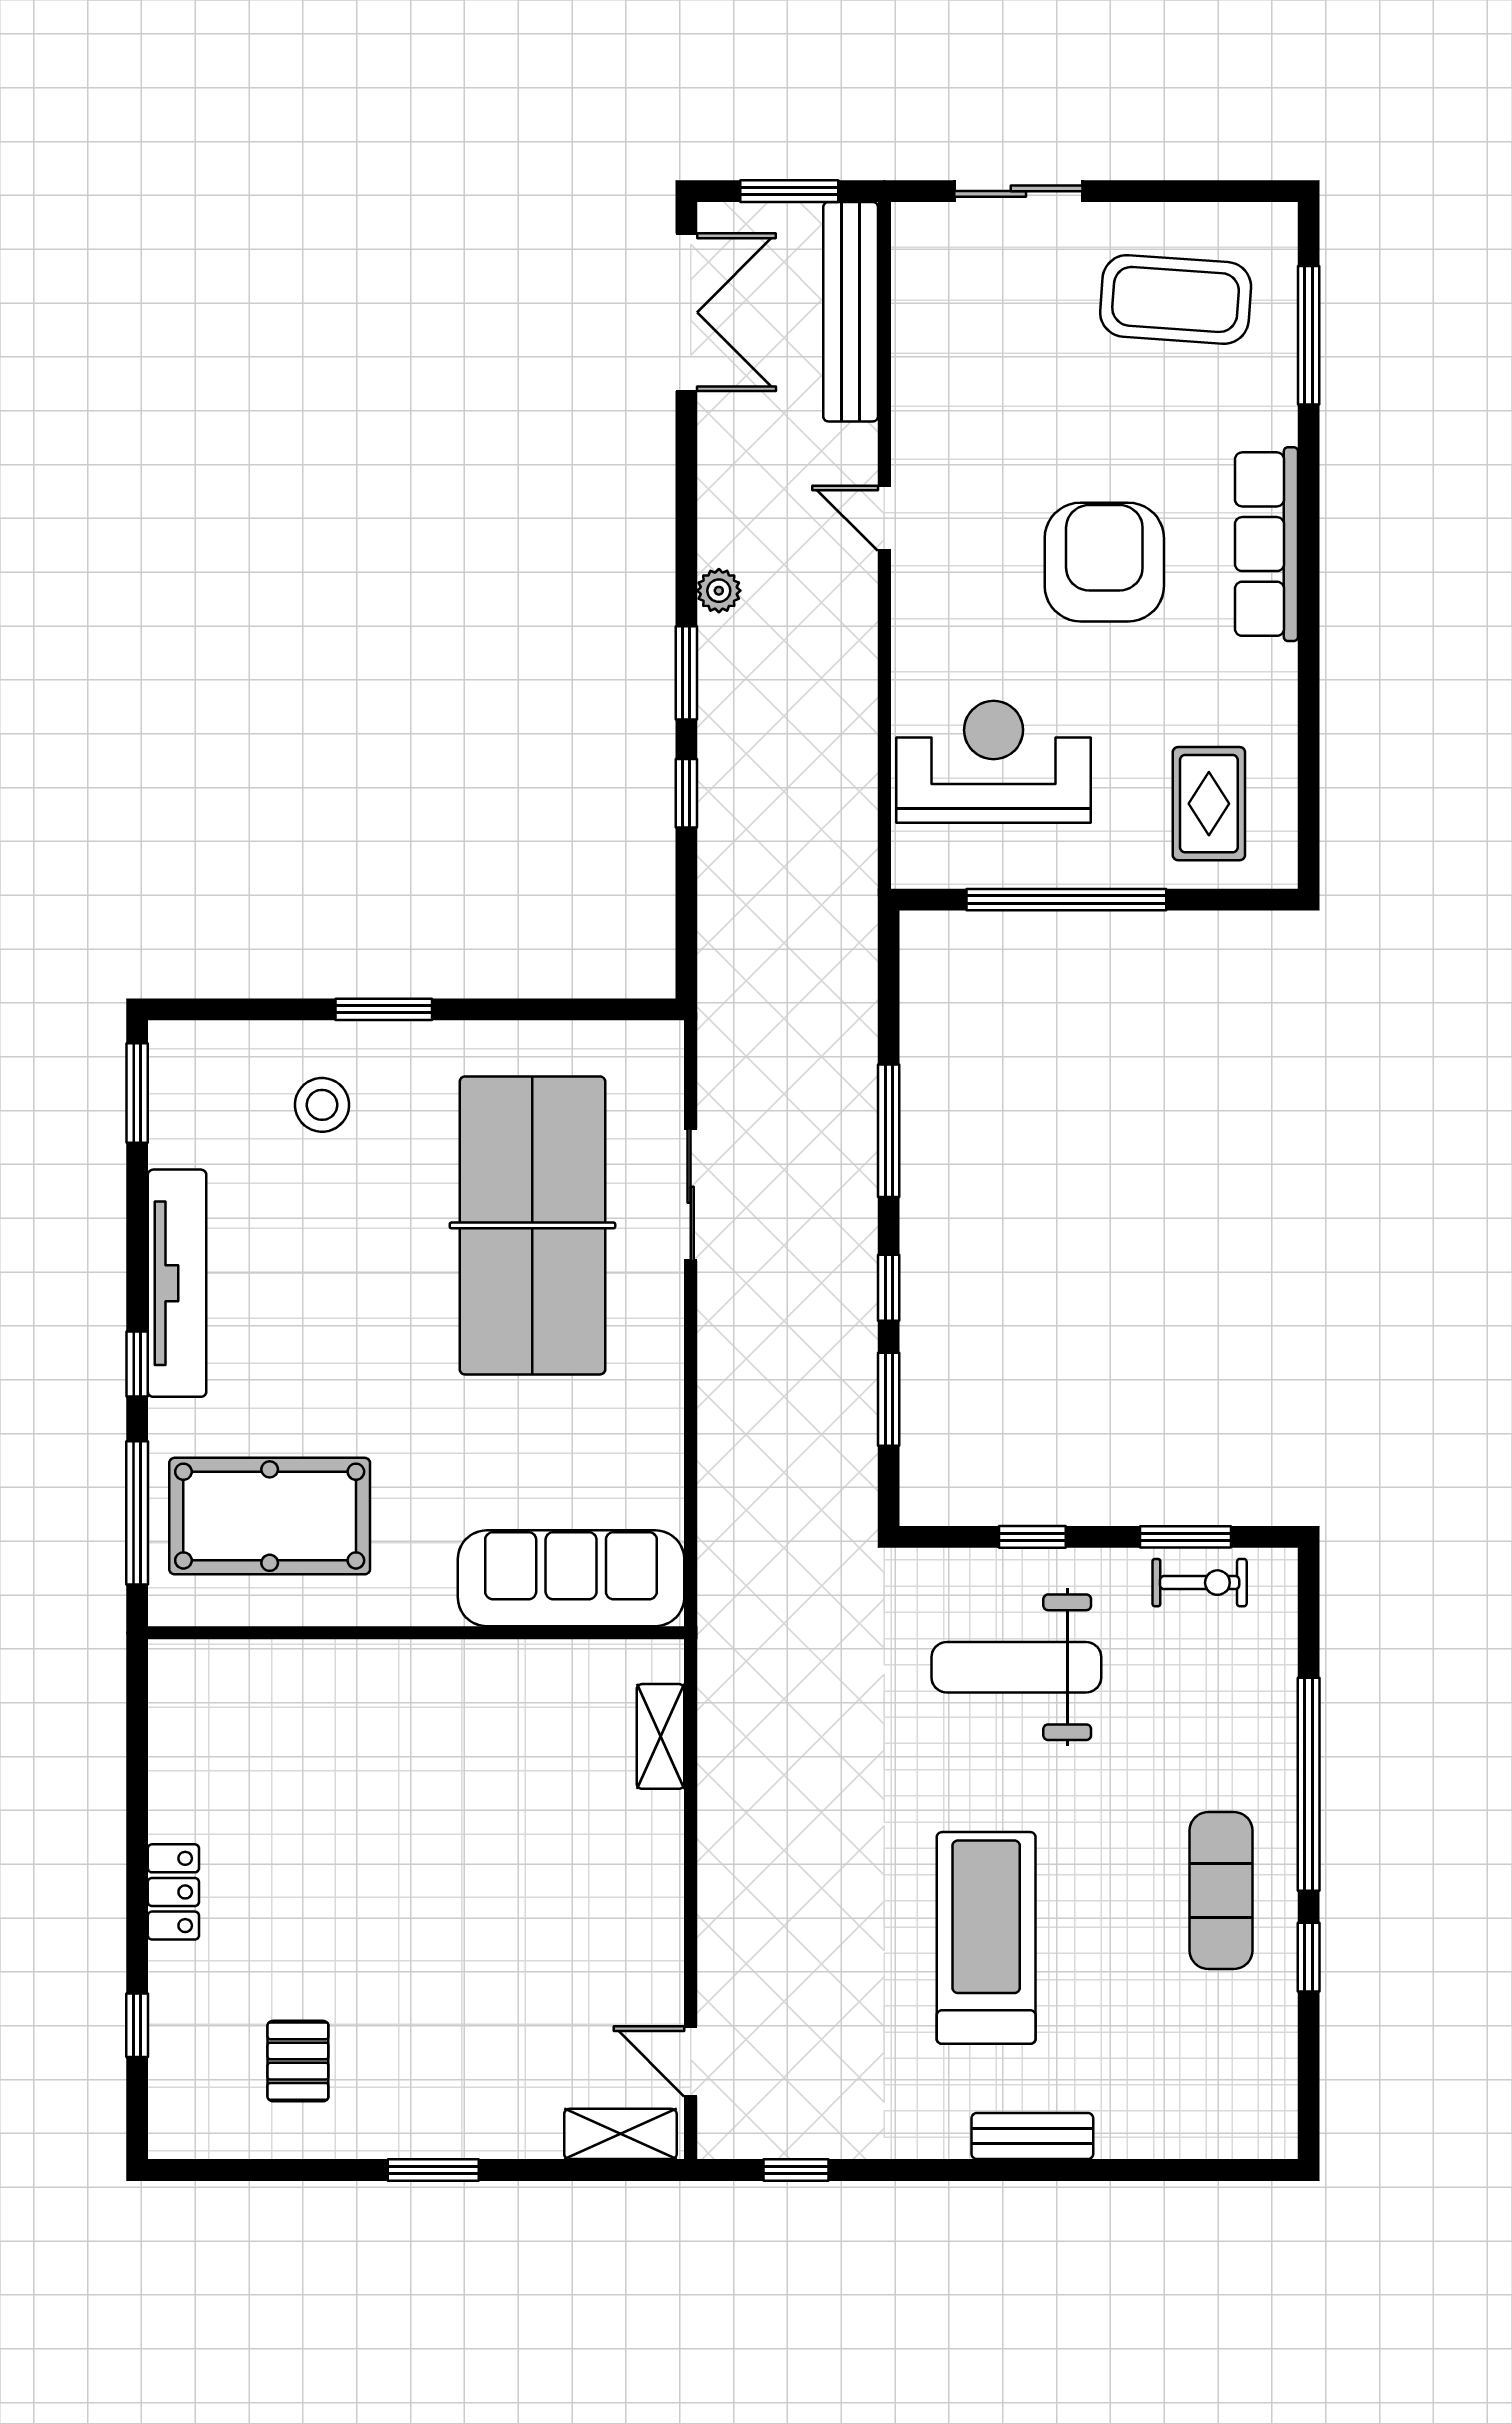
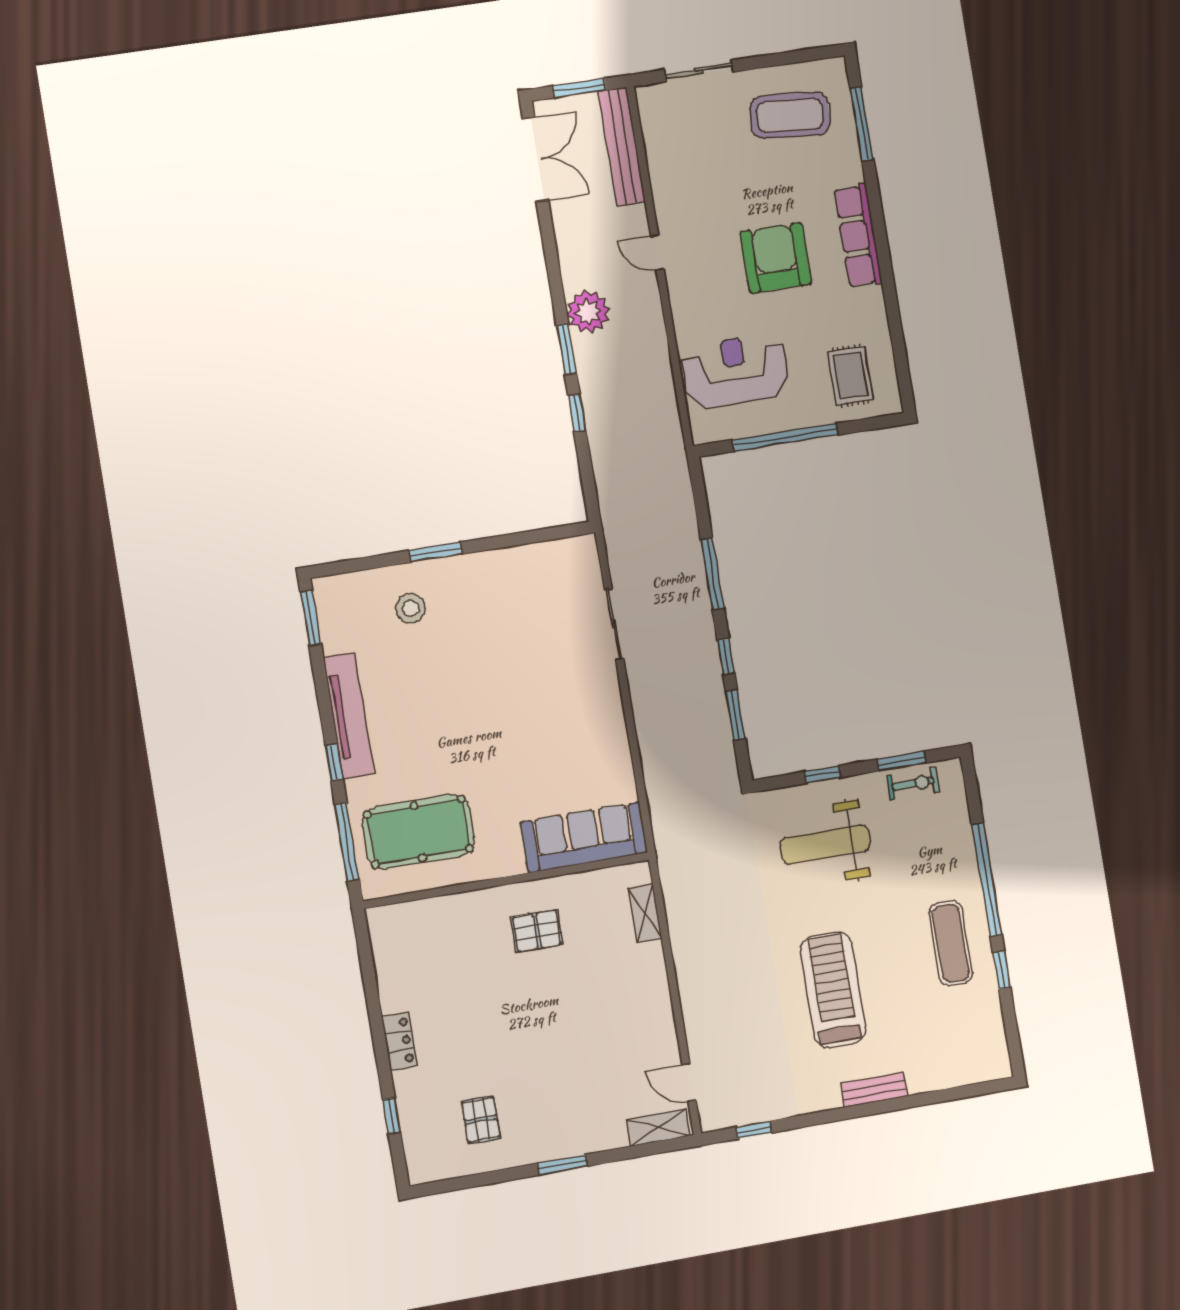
plant: (719, 591) -> (588, 312), width x1.88, depth x1.88
table tennis table: (532, 1225) -> (533, 654), removed
pallet: (457, 1734) -> (537, 931), added

